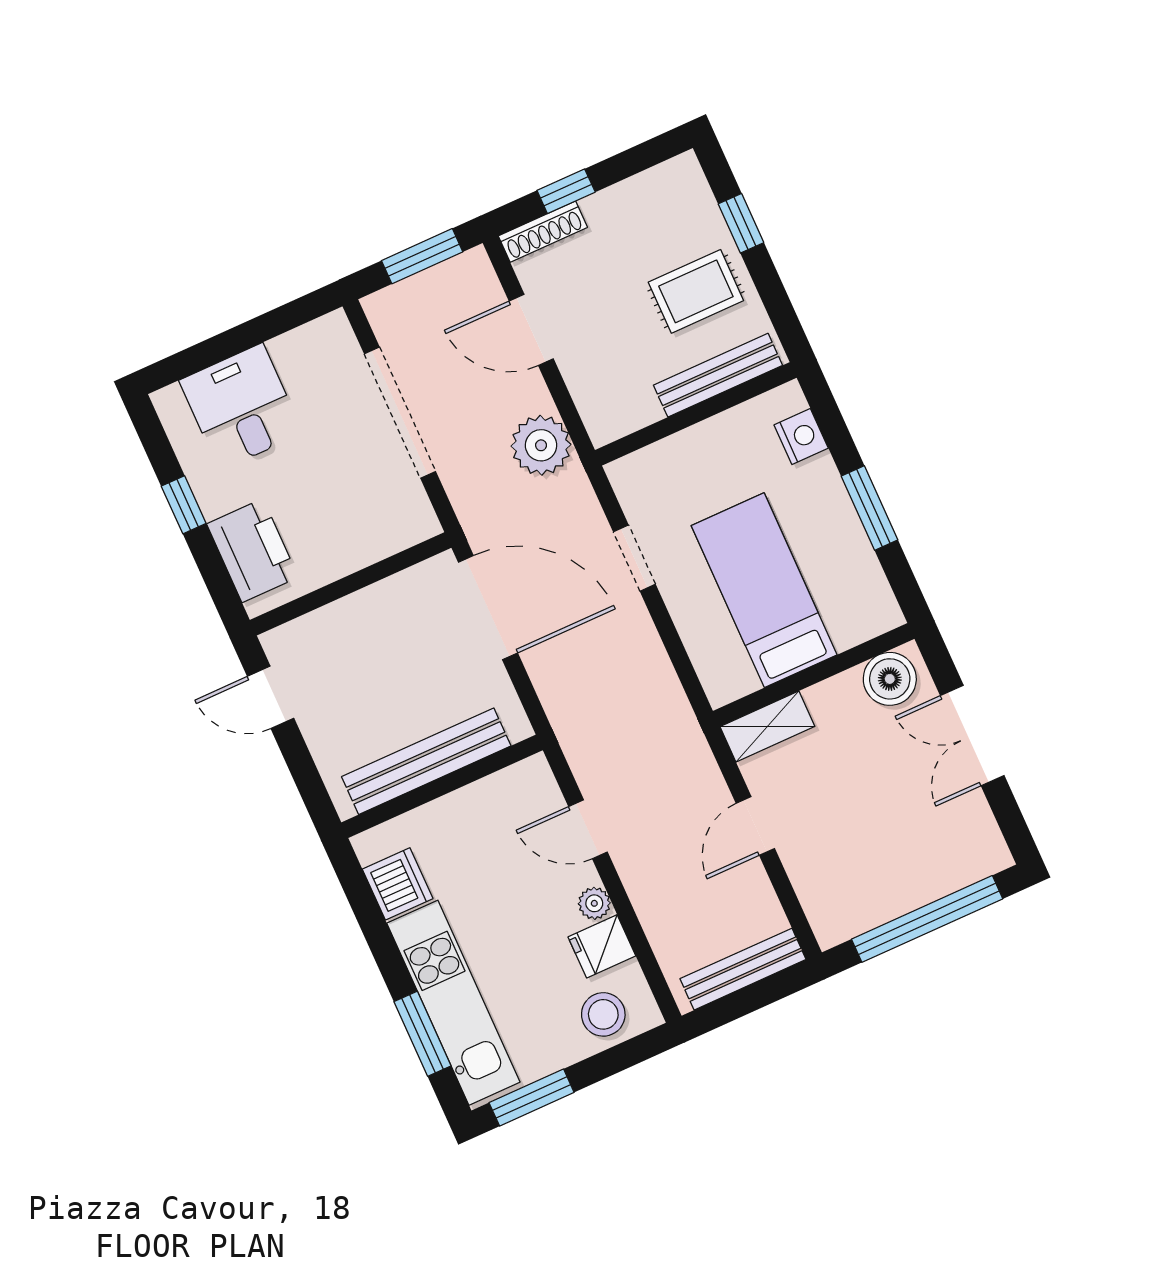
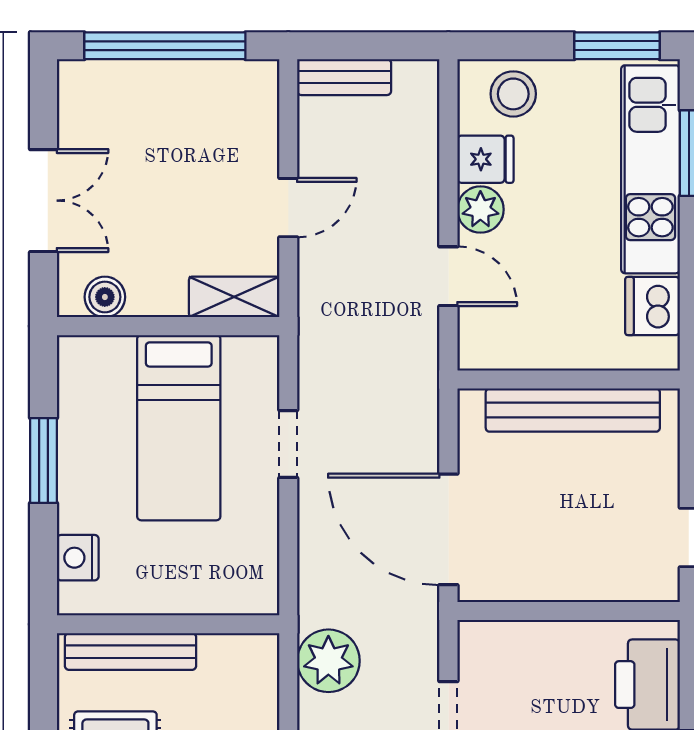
doorway: (634, 558) -> (288, 444), moved
boiler: (890, 679) -> (105, 297), width x0.73, depth x0.73
plant: (594, 903) -> (480, 210), width x1.38, depth x1.38
bench: (743, 969) -> (344, 77), width x0.73

